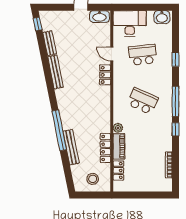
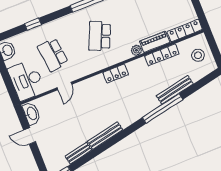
window: (176, 59) -> (33, 24), moved
locker: (105, 75) -> (116, 74), moved
locker: (118, 170) -> (185, 31), width x1.53

